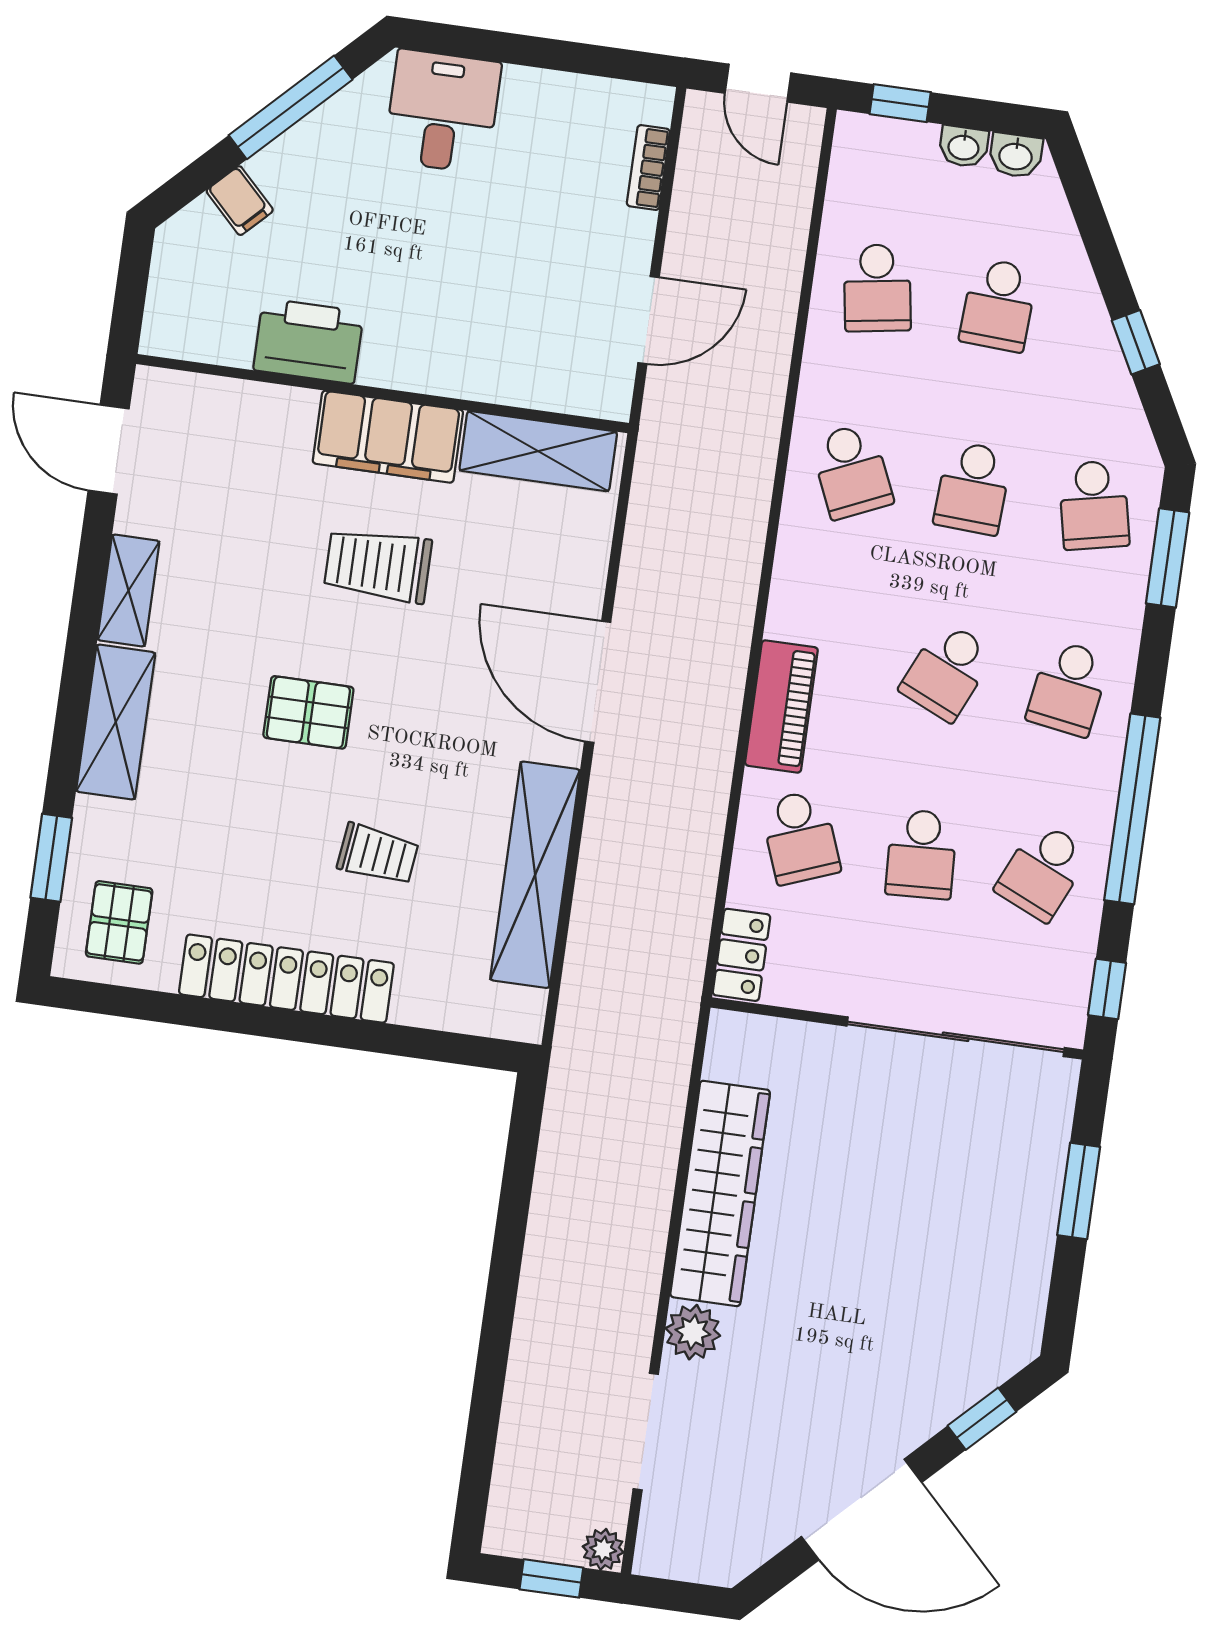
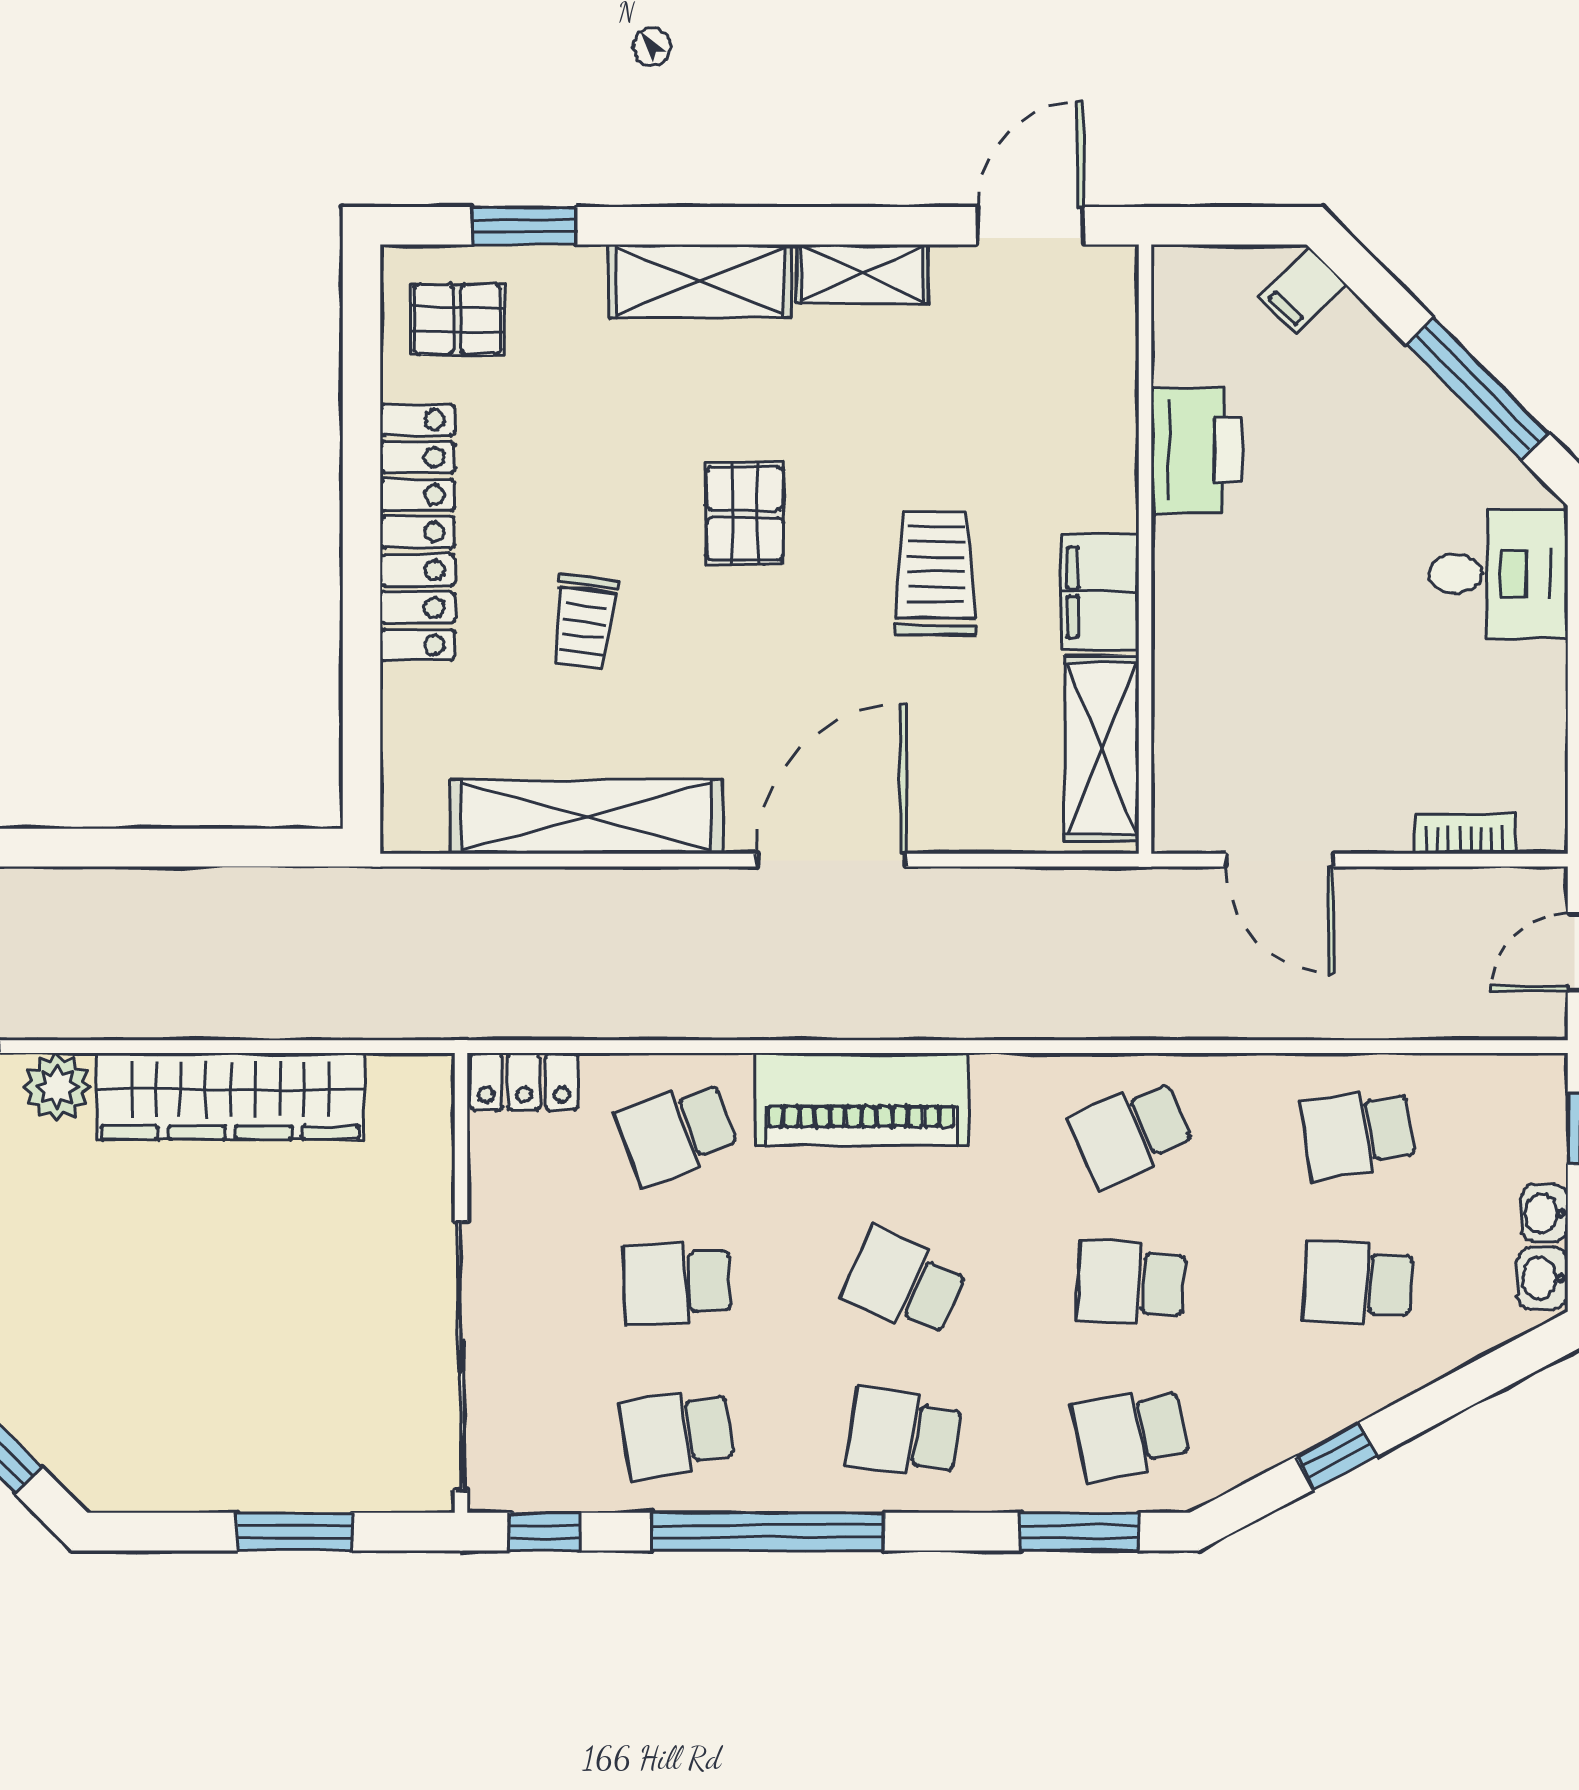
filing cabinet: (240, 201) -> (1303, 291), moved
filing cabinet: (388, 437) -> (1100, 592), width x0.67, depth x0.86
piano: (781, 706) -> (861, 1099), width x1.37, depth x1.33
school desk: (1043, 871) -> (677, 1433), turned -33

